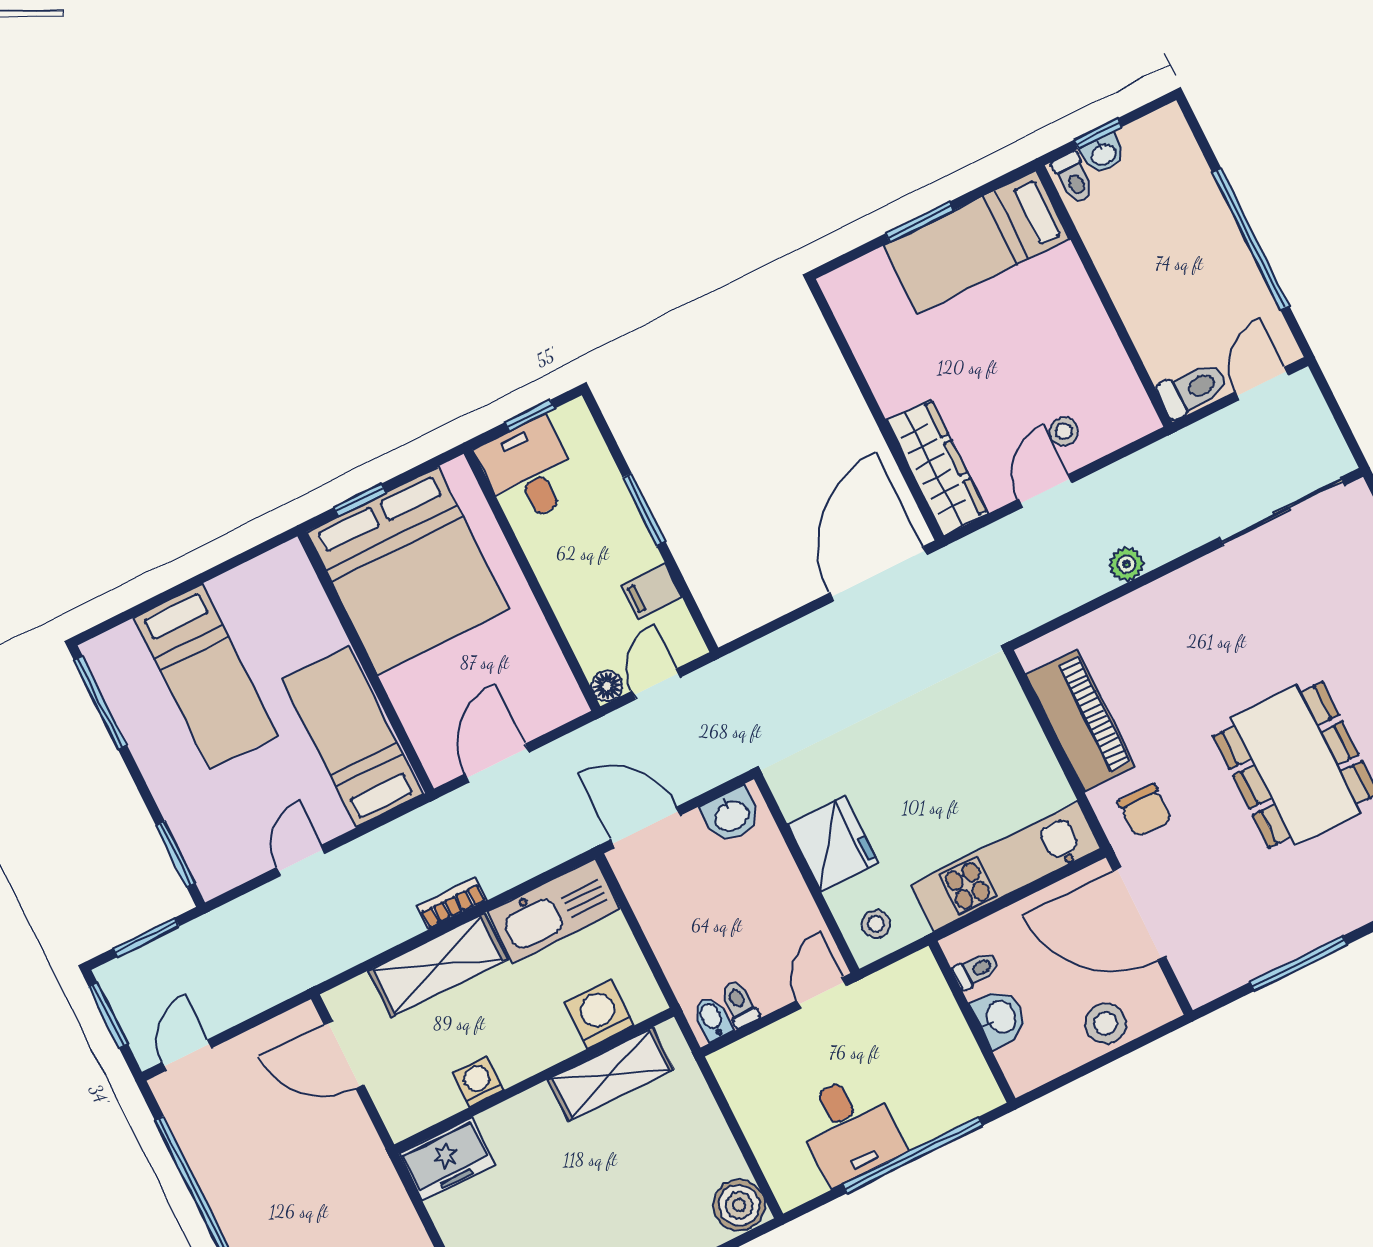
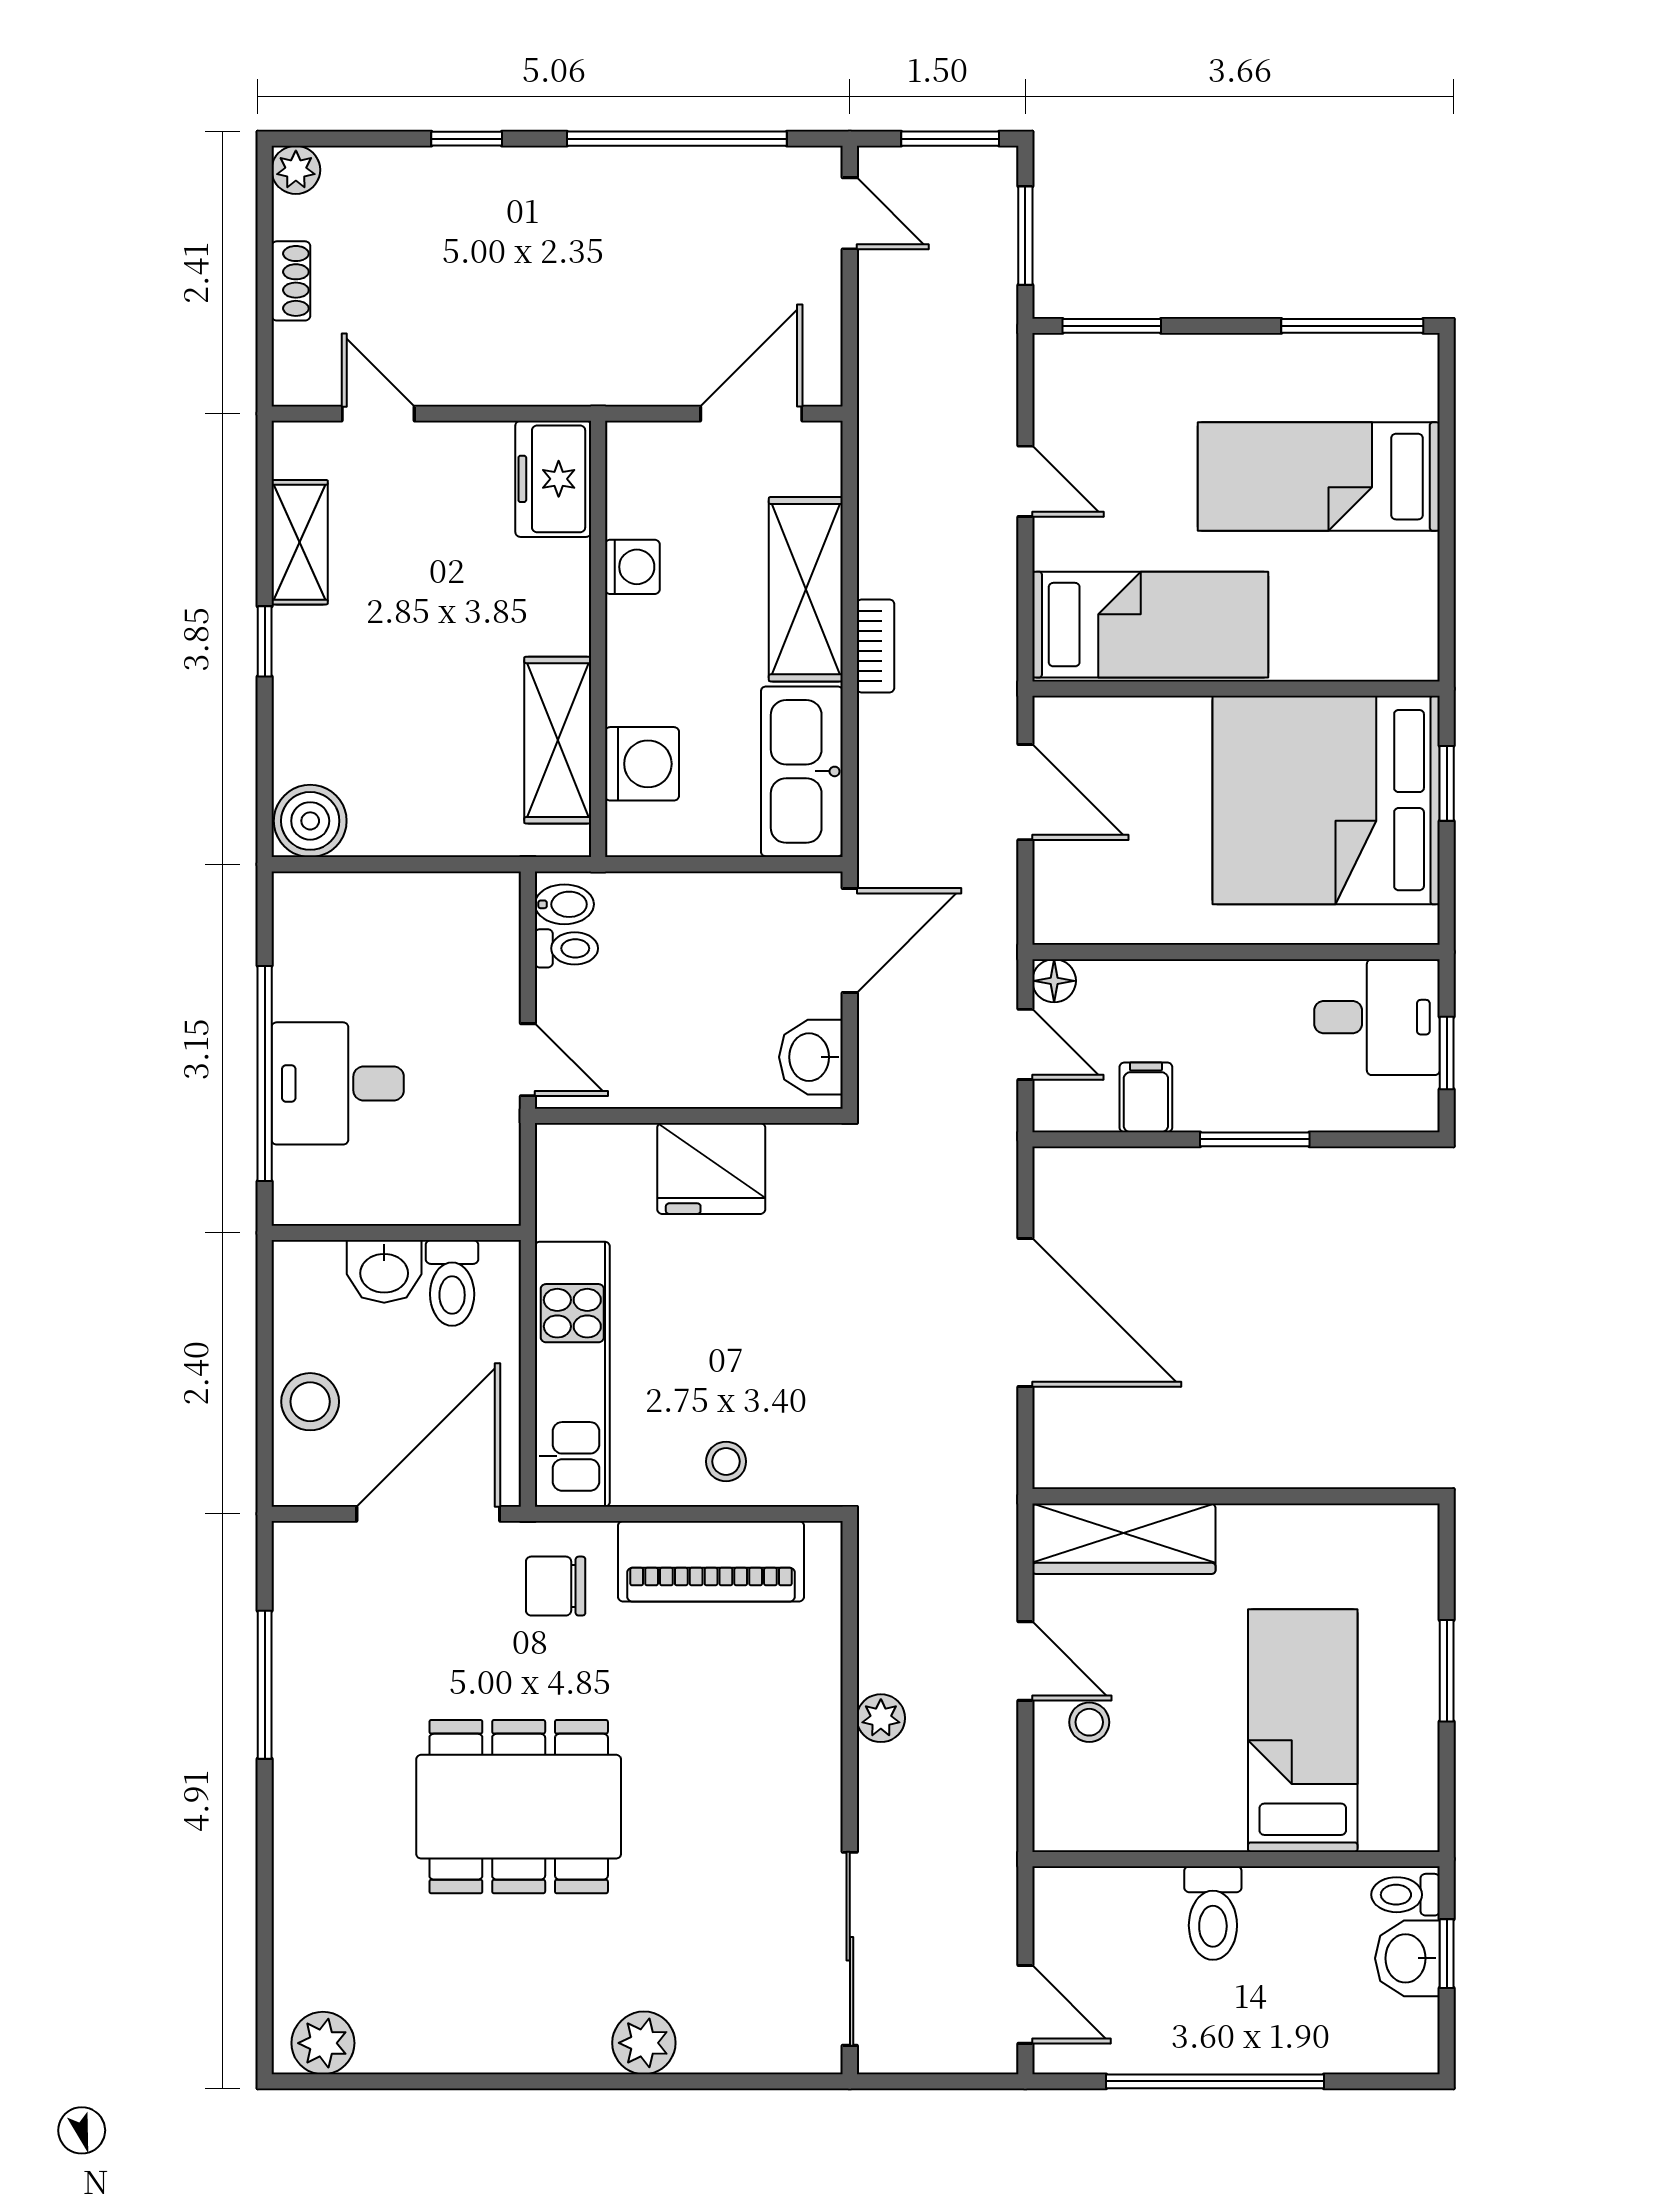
washbasin: (1103, 154) -> (1407, 1958), width x1.38, depth x1.45
bed: (976, 242) -> (1303, 1731), moved
toilet: (1193, 390) -> (1213, 1913), moved
door: (878, 574) -> (1025, 1312), moved
stool: (876, 924) -> (726, 1461), moved
toilet: (976, 970) -> (452, 1283), width x1.37, depth x1.39
desk: (849, 1129) -> (338, 1083), moved

